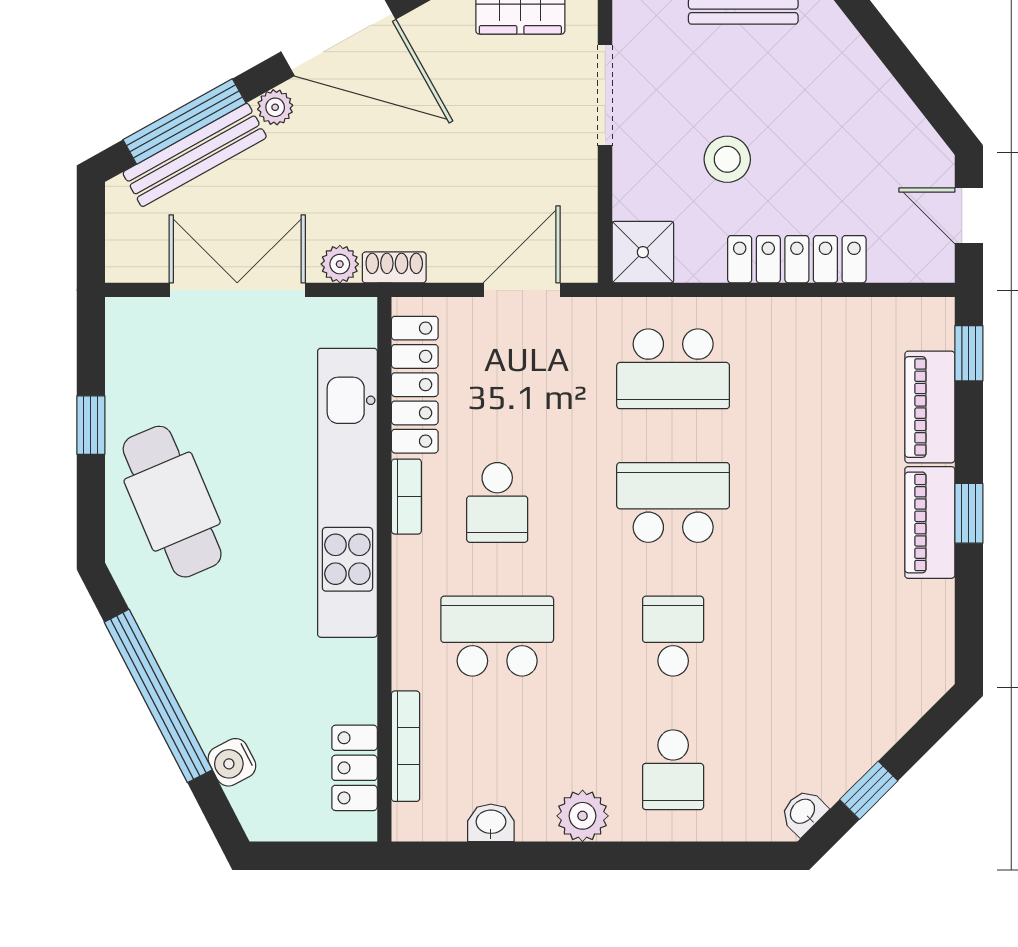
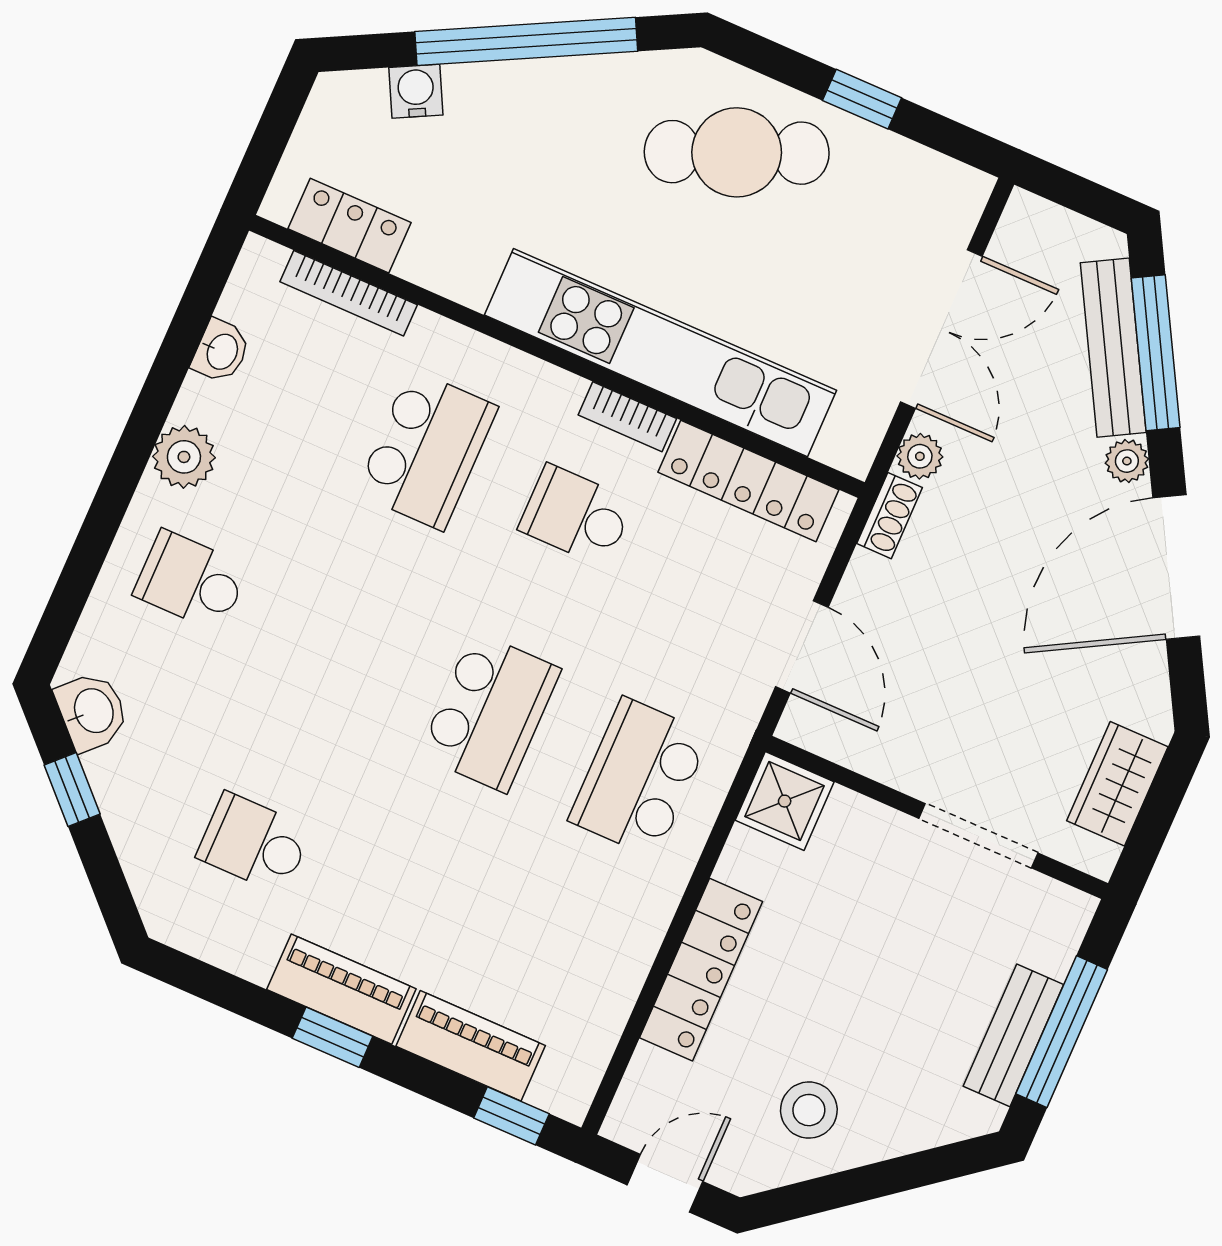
stool: (727, 159) -> (809, 1110), moved
school desk: (673, 636) -> (254, 843), moved, turned 180
washbasin: (803, 812) -> (92, 711), width x1.38, depth x1.45

